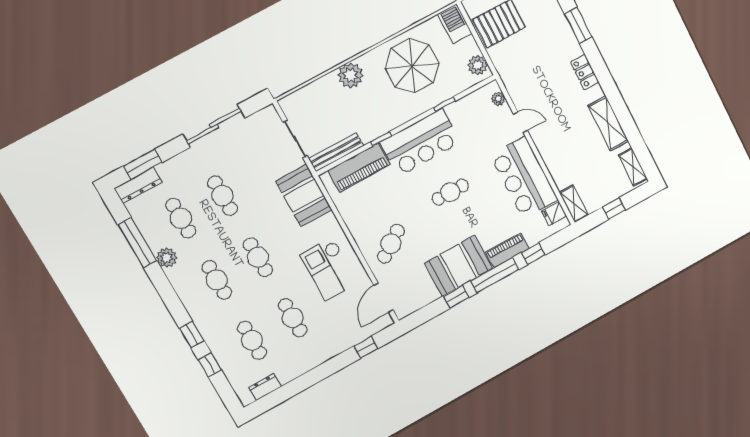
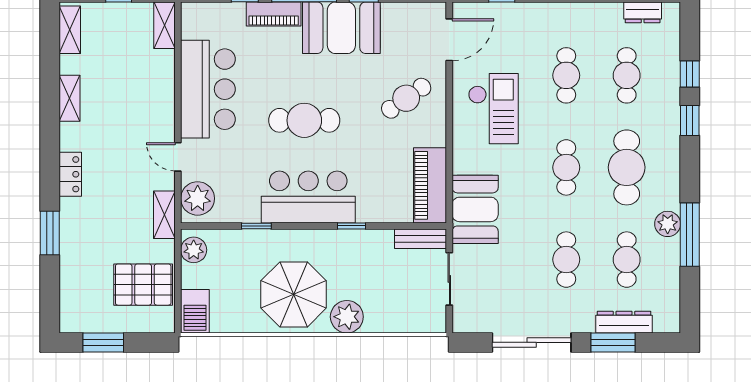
parasol: (412, 66) -> (294, 294), moved
shelving: (509, 79) -> (164, 215), added
plant: (498, 99) -> (198, 198), width x1.87, depth x1.87
shelving: (608, 123) -> (69, 98), width x0.67, depth x0.75
bench: (336, 152) -> (421, 239), width x0.73
window: (143, 164) -> (613, 342), moved
piano: (359, 168) -> (430, 185), moved, turned -90
dresser: (138, 185) -> (624, 322), moved
cafe table: (450, 192) -> (304, 120), width x1.37, depth x1.35
fridge: (554, 214) -> (194, 27), removed
window: (137, 243) -> (690, 235), moved
cafe table: (217, 280) -> (627, 167), width x1.37, depth x1.35

